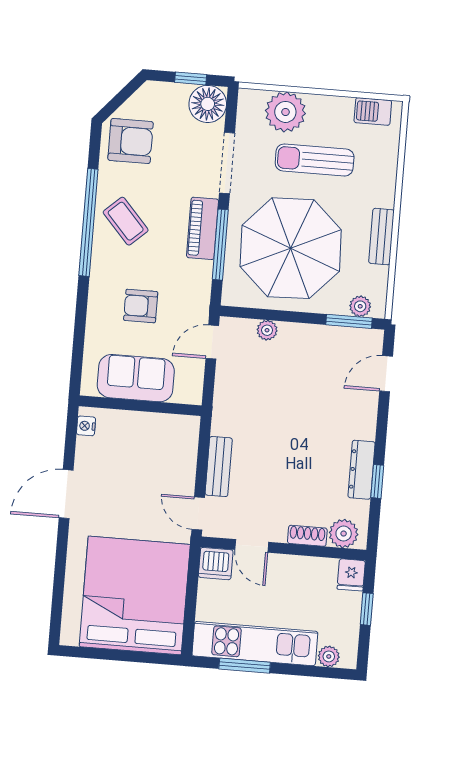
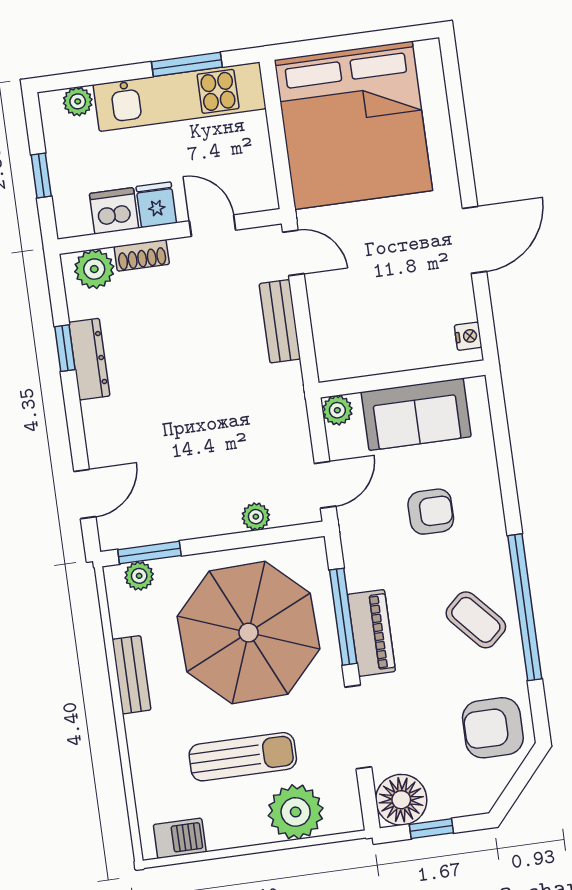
plant: (192, 394) -> (337, 410), added
dishwasher: (216, 564) -> (114, 211), moved
fridge: (351, 575) -> (156, 205), moved

